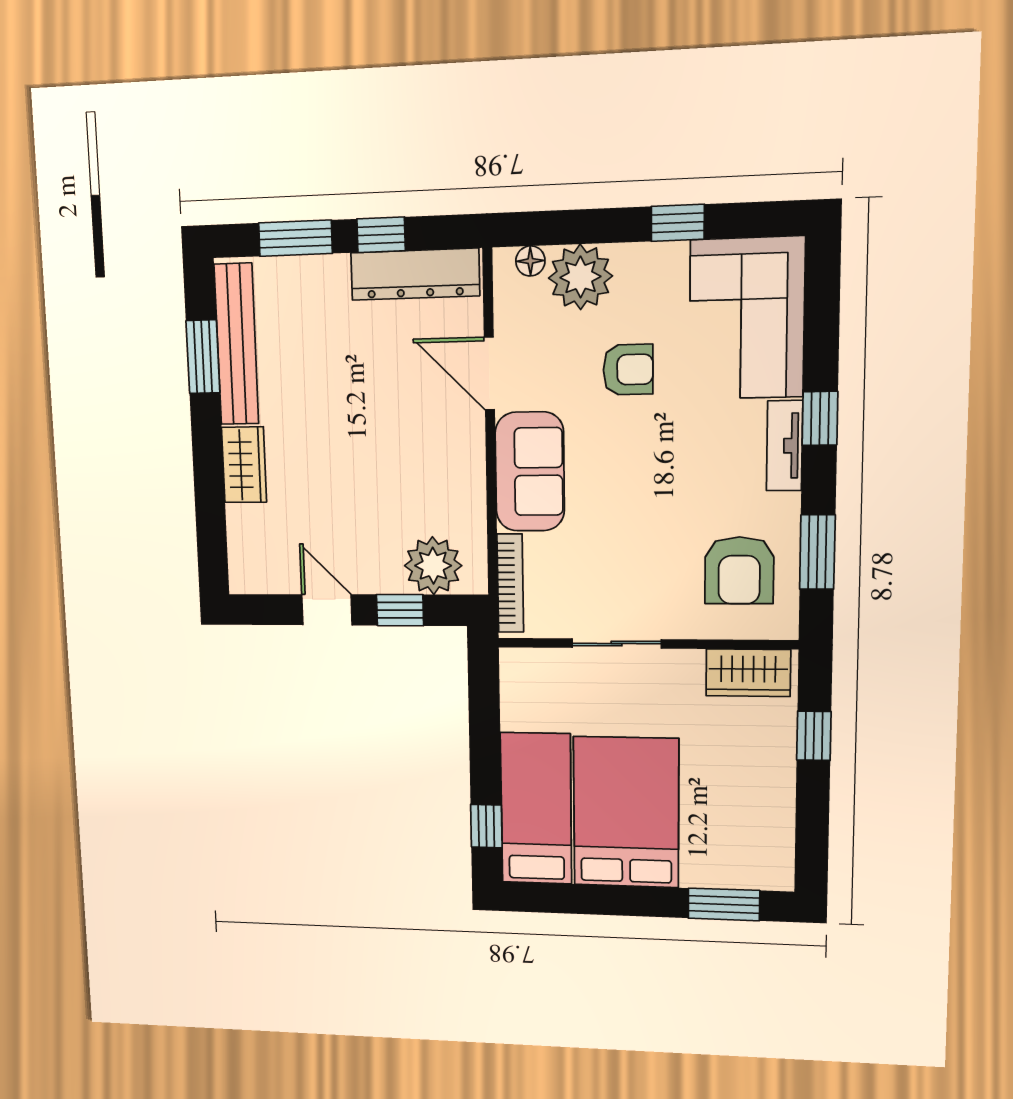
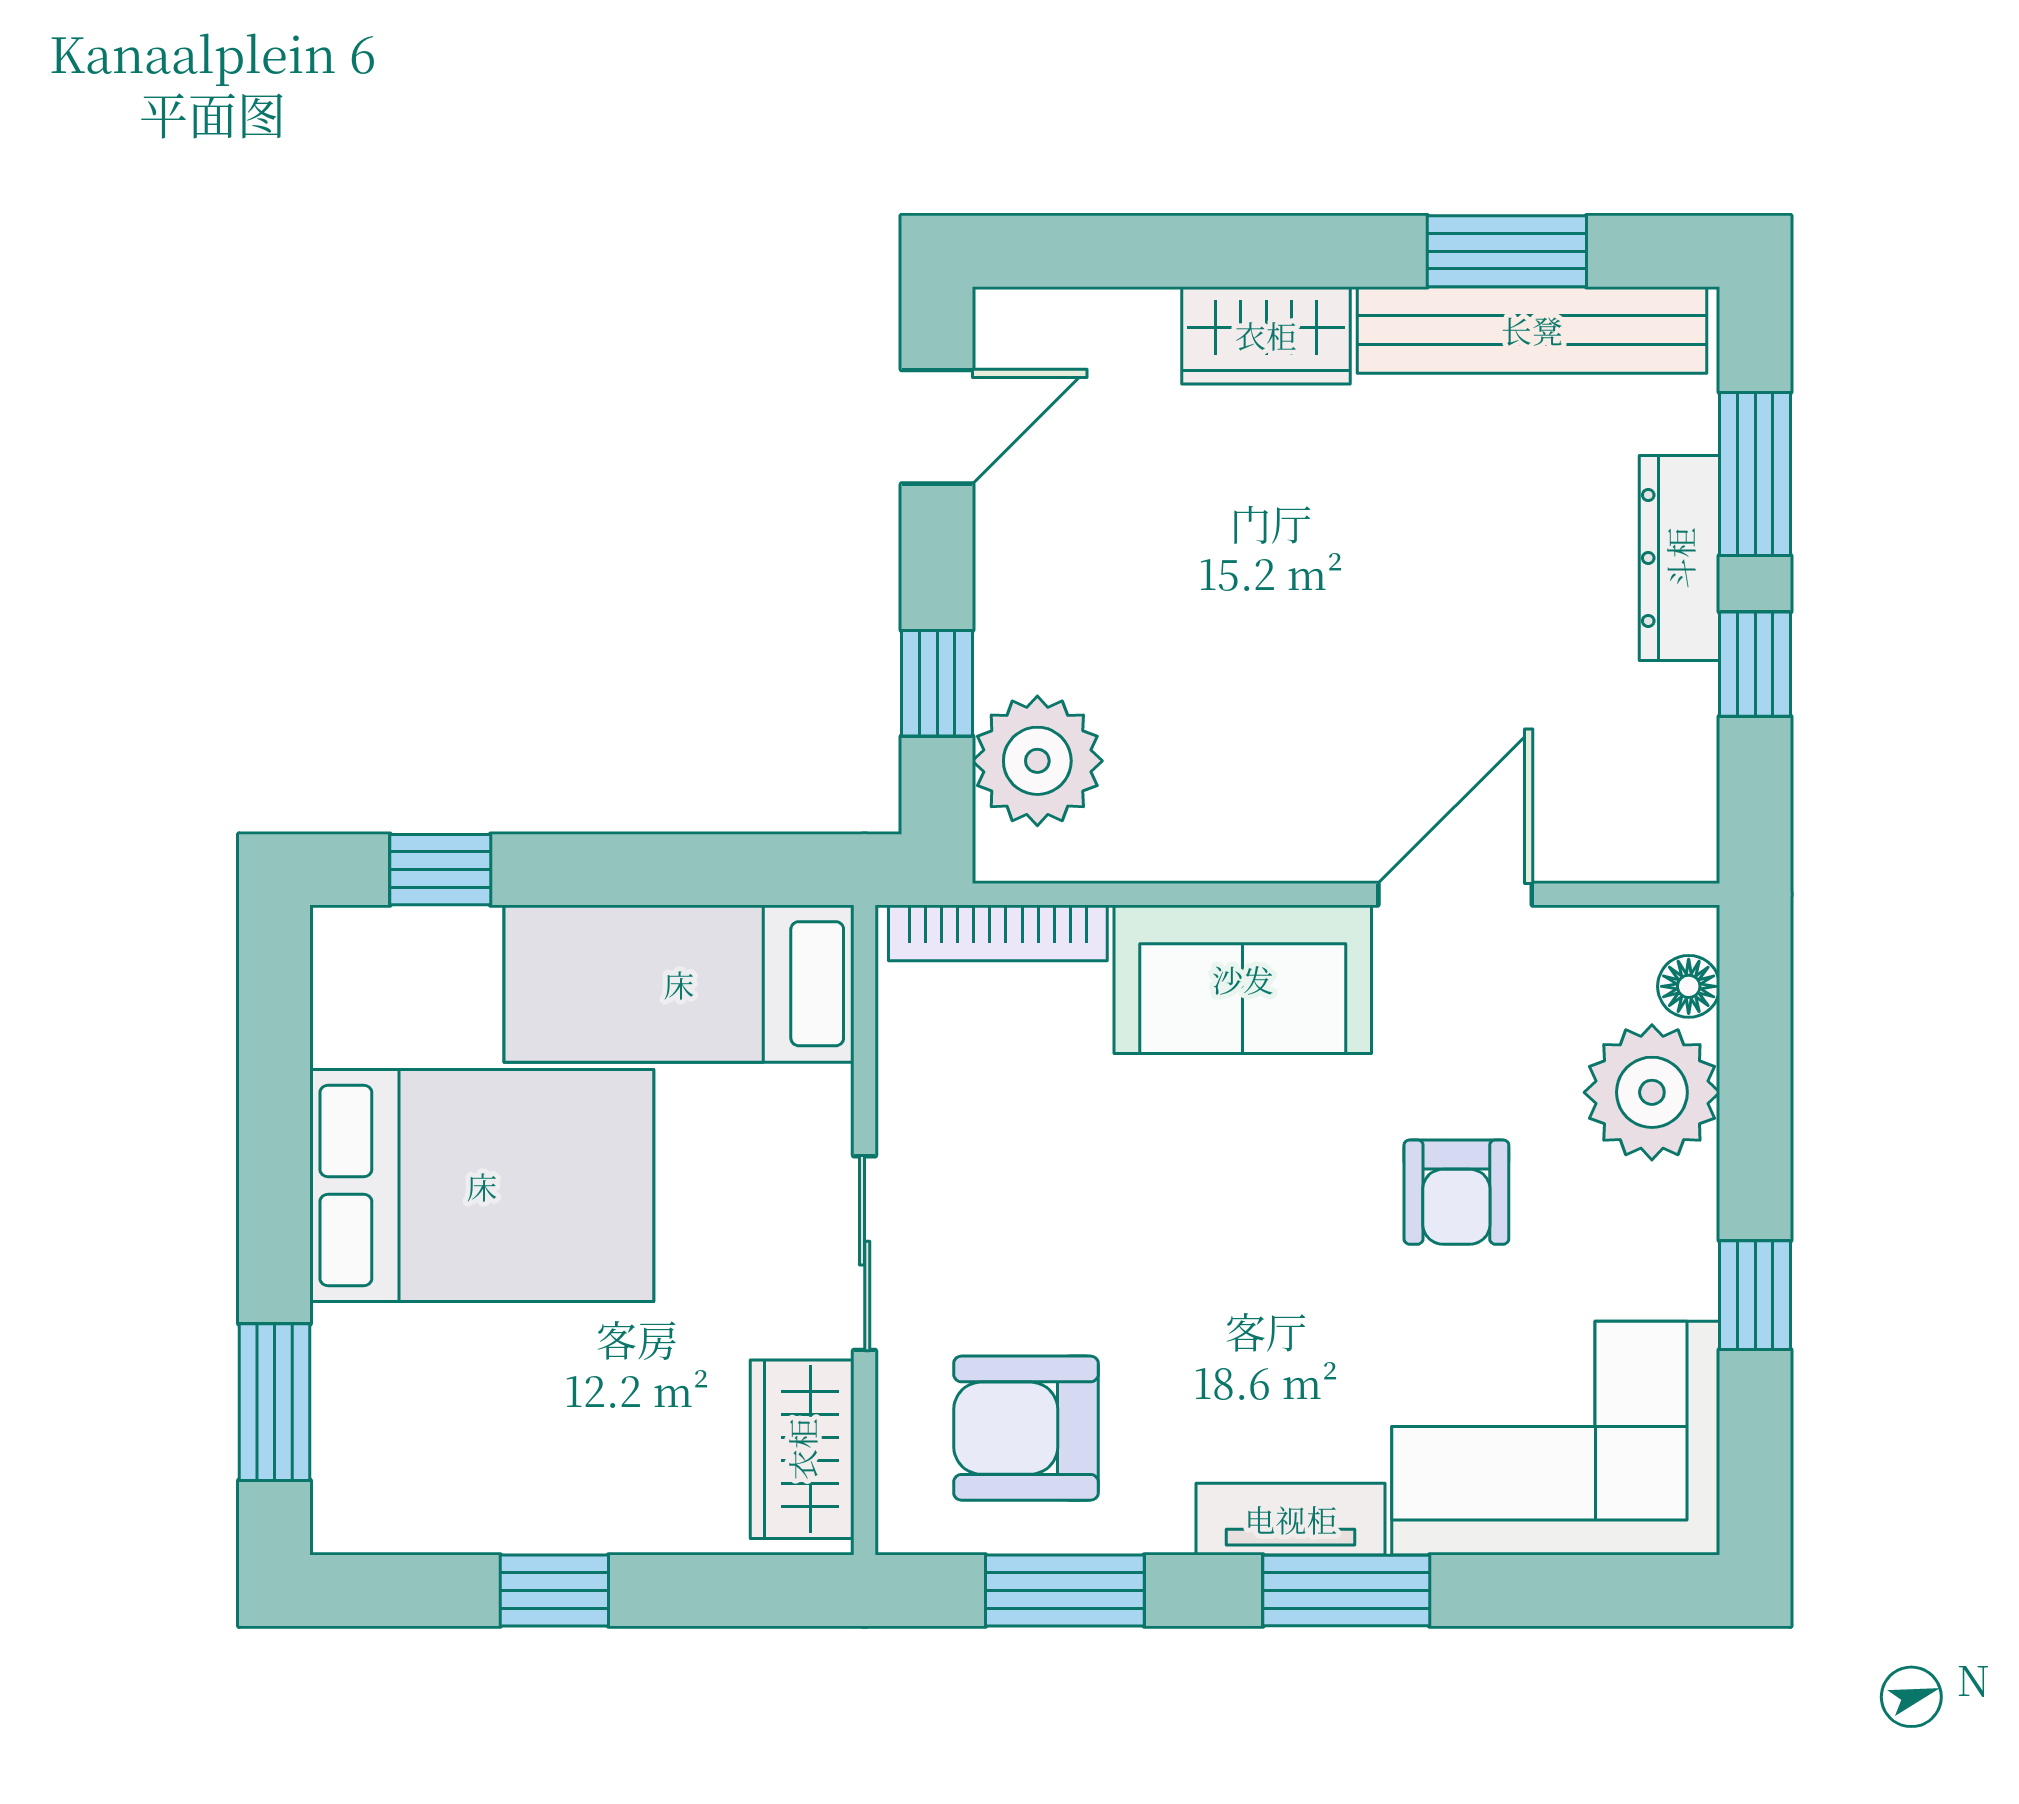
dresser: (415, 274) -> (1680, 558), moved, width x0.73, depth x0.80
window: (820, 418) -> (1346, 1590), width x1.50
door: (327, 610) -> (937, 427), moved
sliding door: (617, 643) -> (865, 1253), moved
window: (814, 736) -> (554, 1590), moved
bed: (536, 809) -> (679, 984), moved, turned 180

